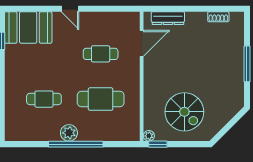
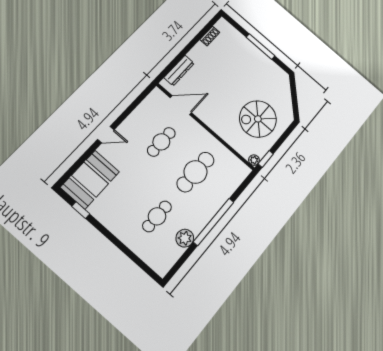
door: (142, 43) -> (181, 105), hinge flipped
spiral stairs: (184, 112) -> (258, 119), turned 180
plant: (69, 133) -> (185, 238), moved

